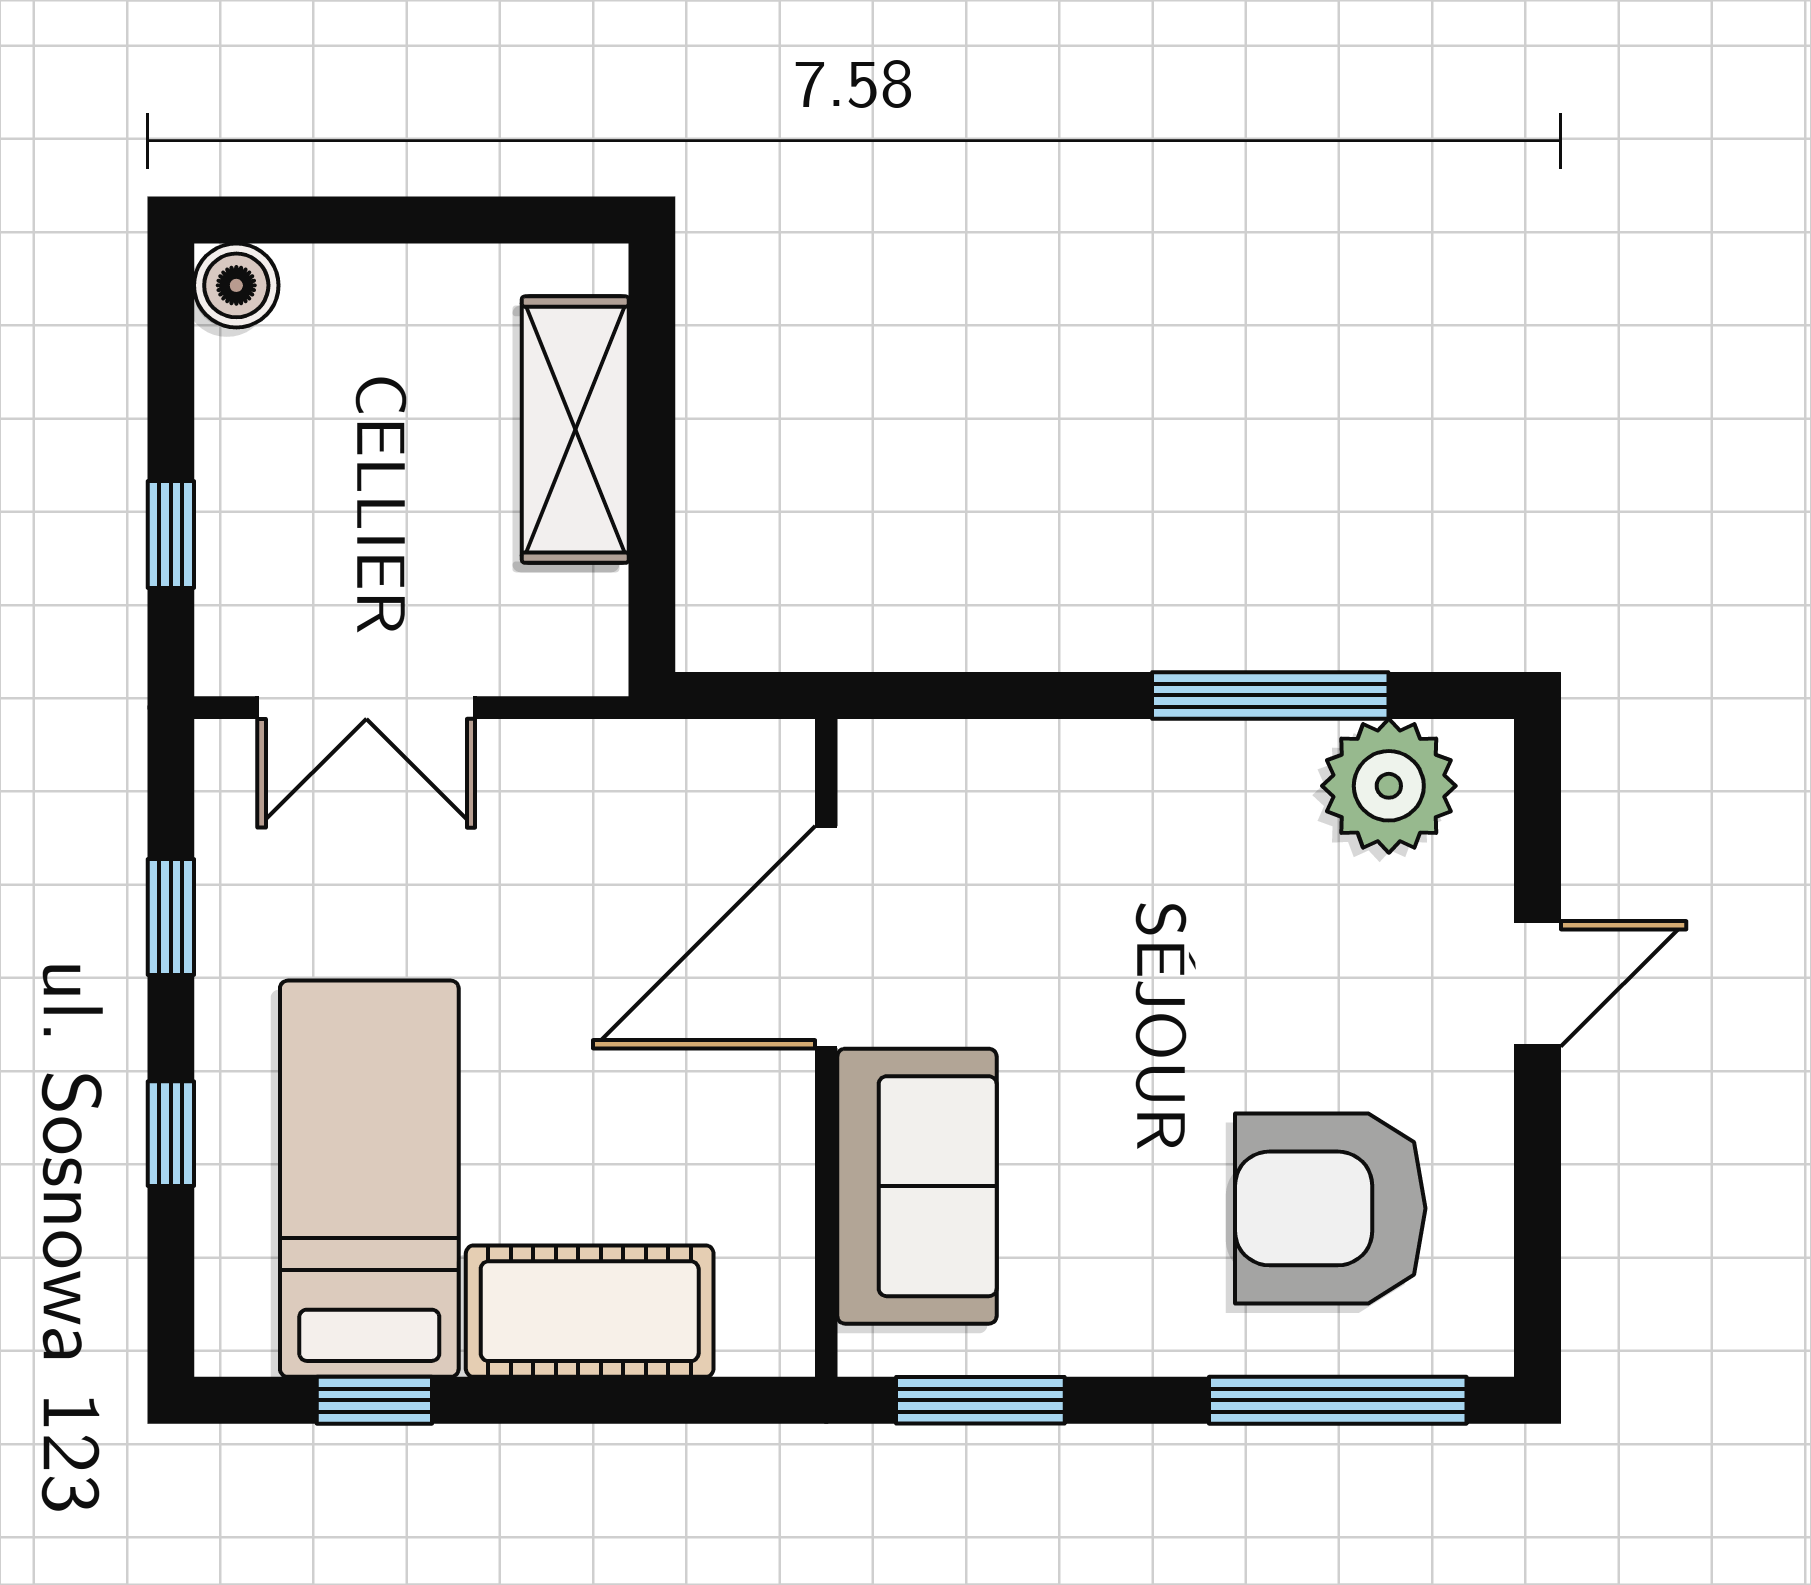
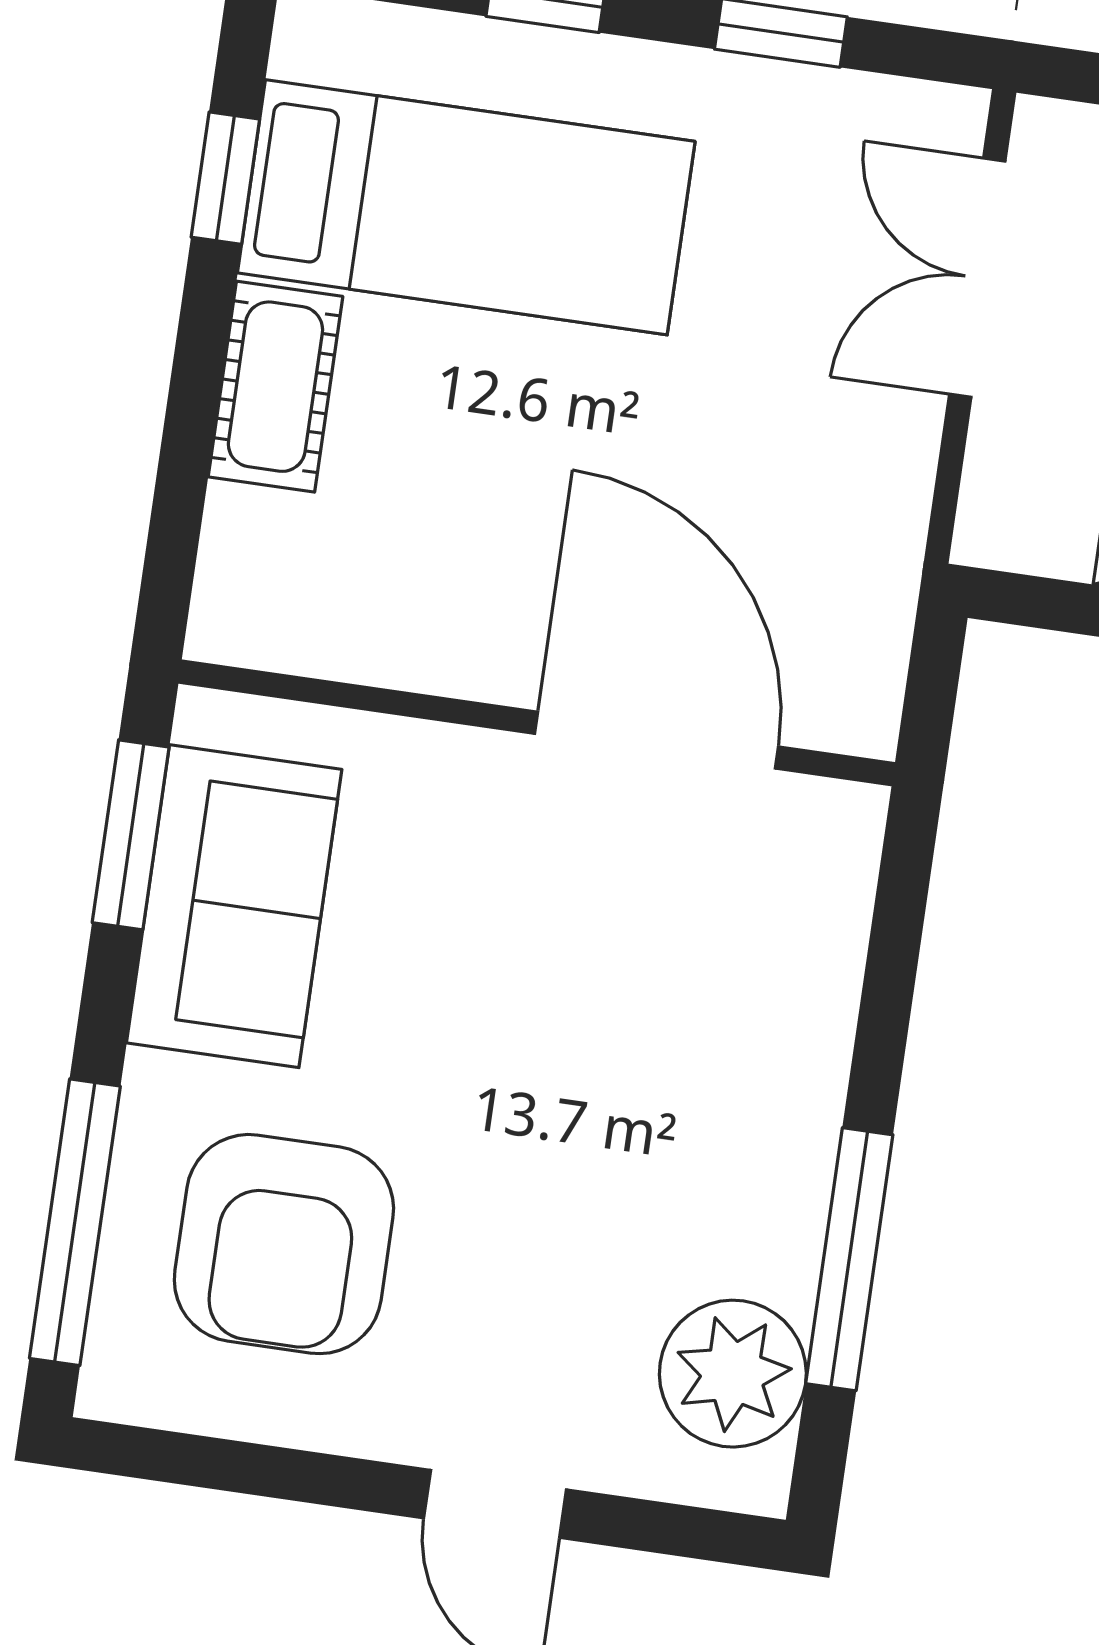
sofa: (917, 1186) -> (234, 906), moved, turned -90
armchair: (1330, 1208) -> (284, 1244), turned 180
cot: (590, 1311) -> (275, 387), width x0.73, depth x0.75

